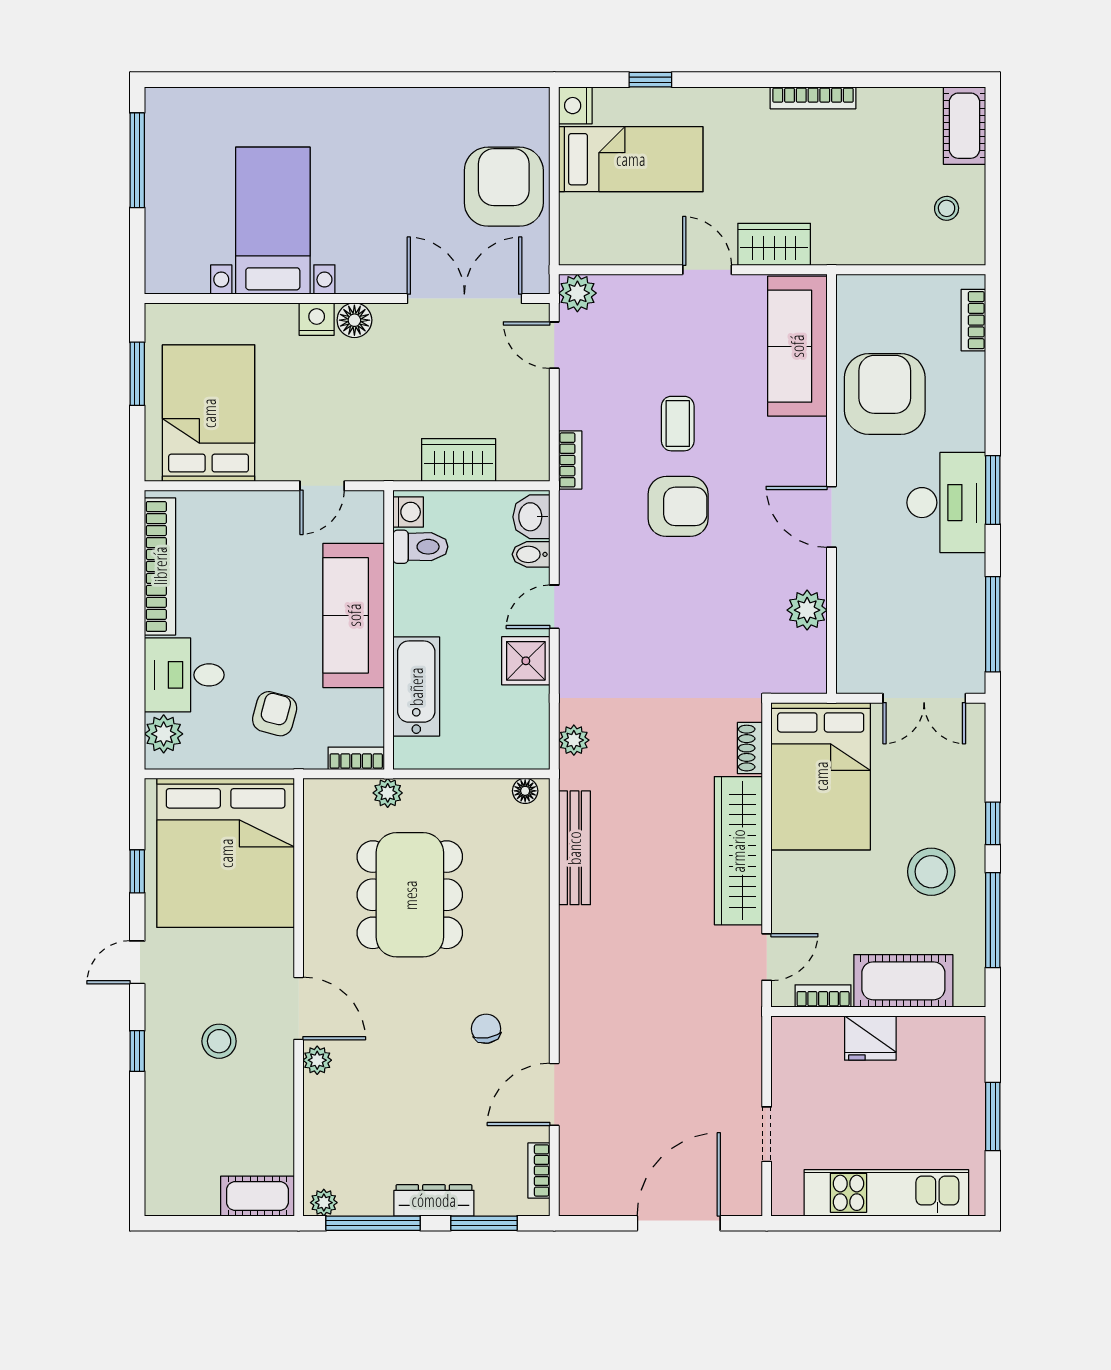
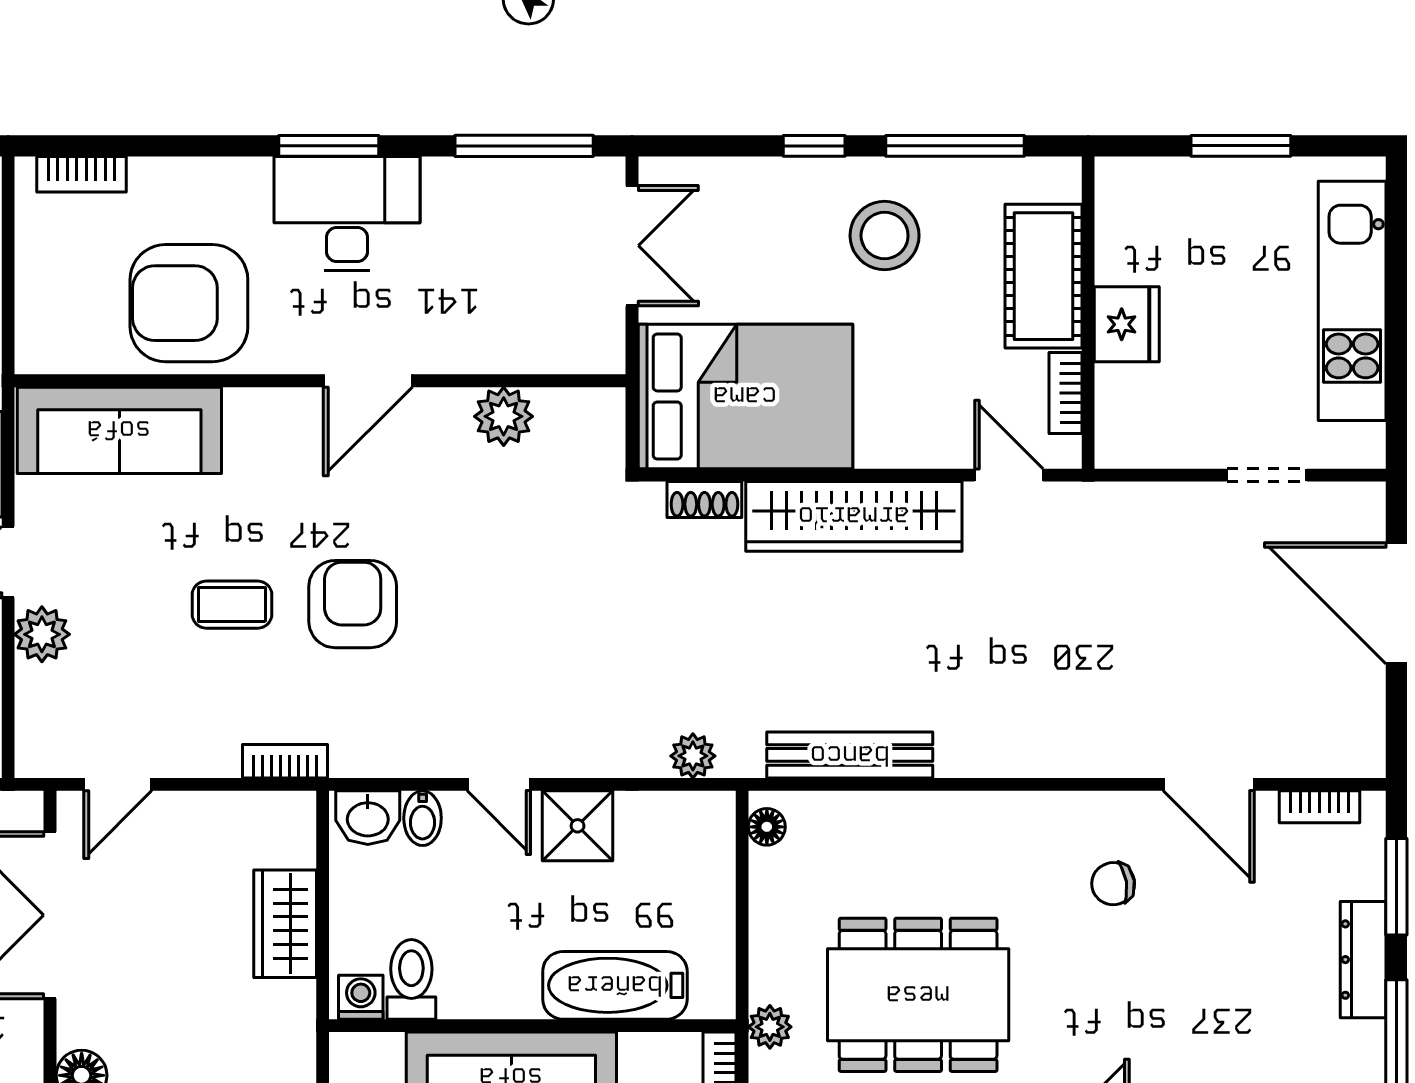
plant: (577, 293) -> (42, 634), moved

